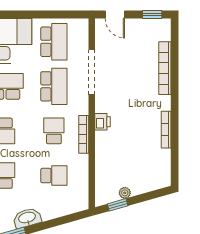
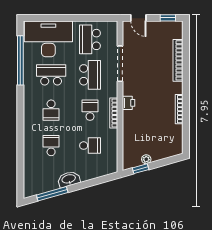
school desk: (54, 42) -> (90, 39), turned 180

